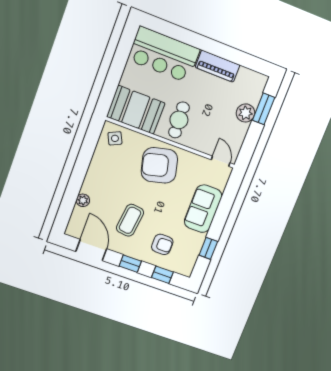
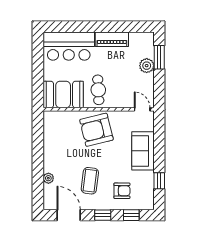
side table: (115, 138) -> (55, 122), removed

